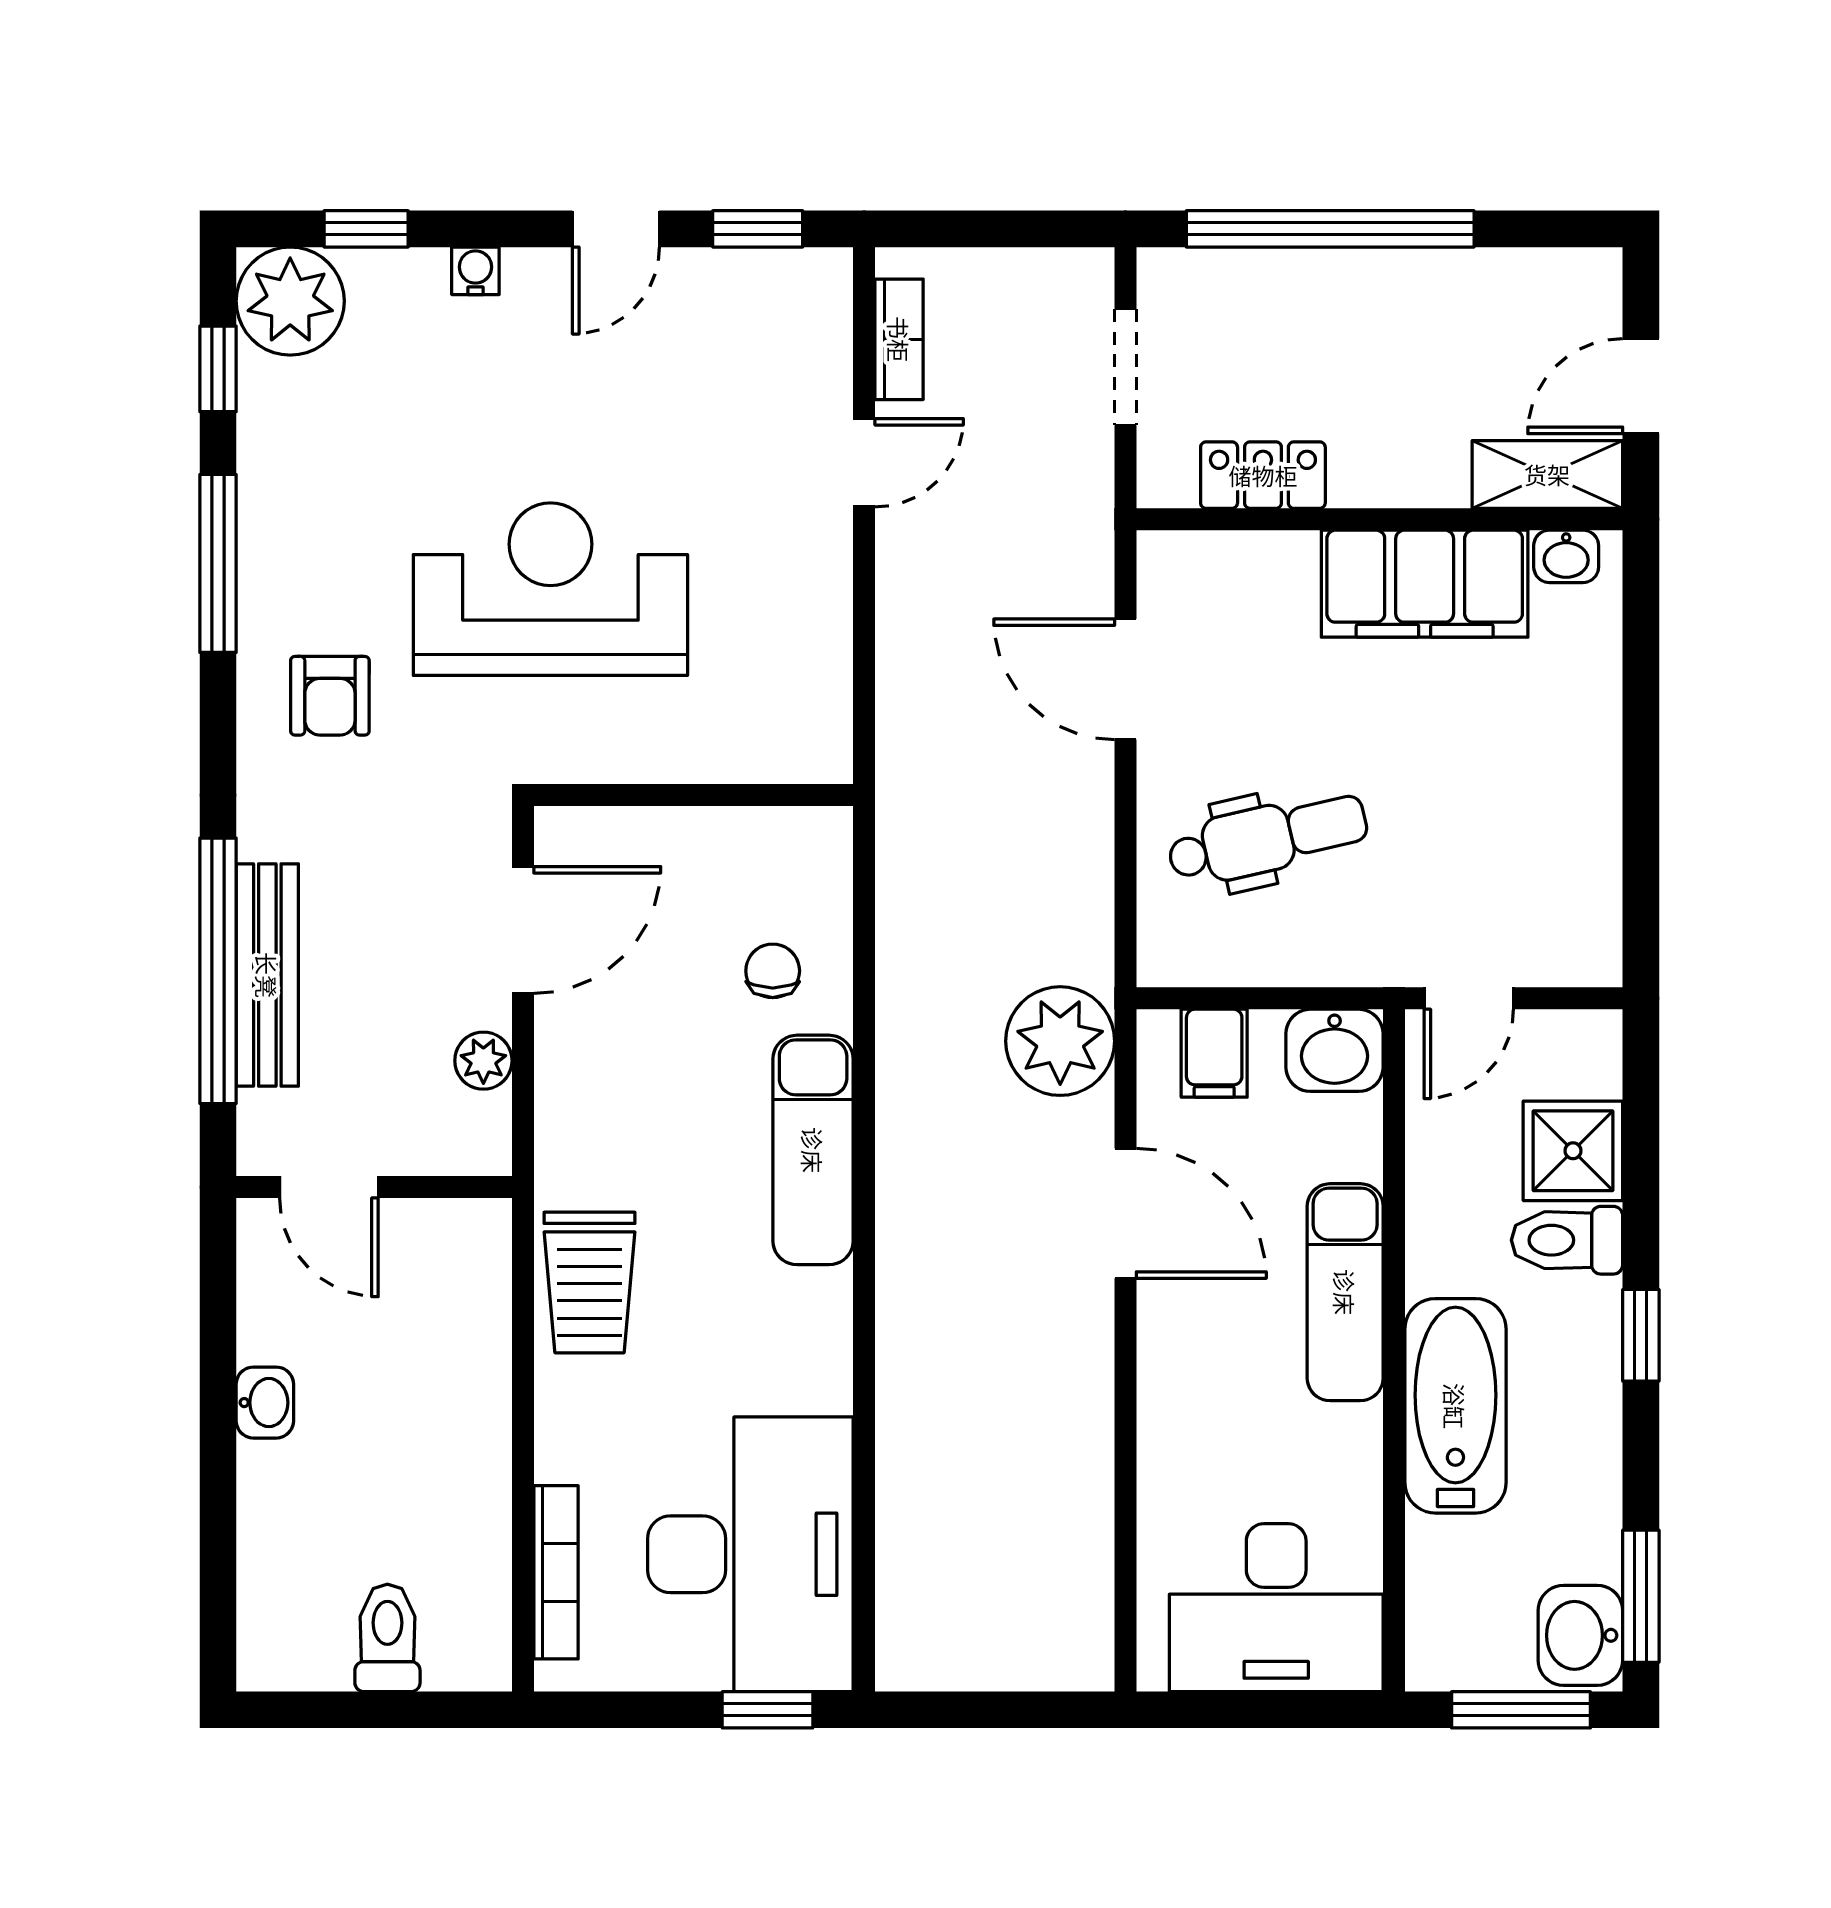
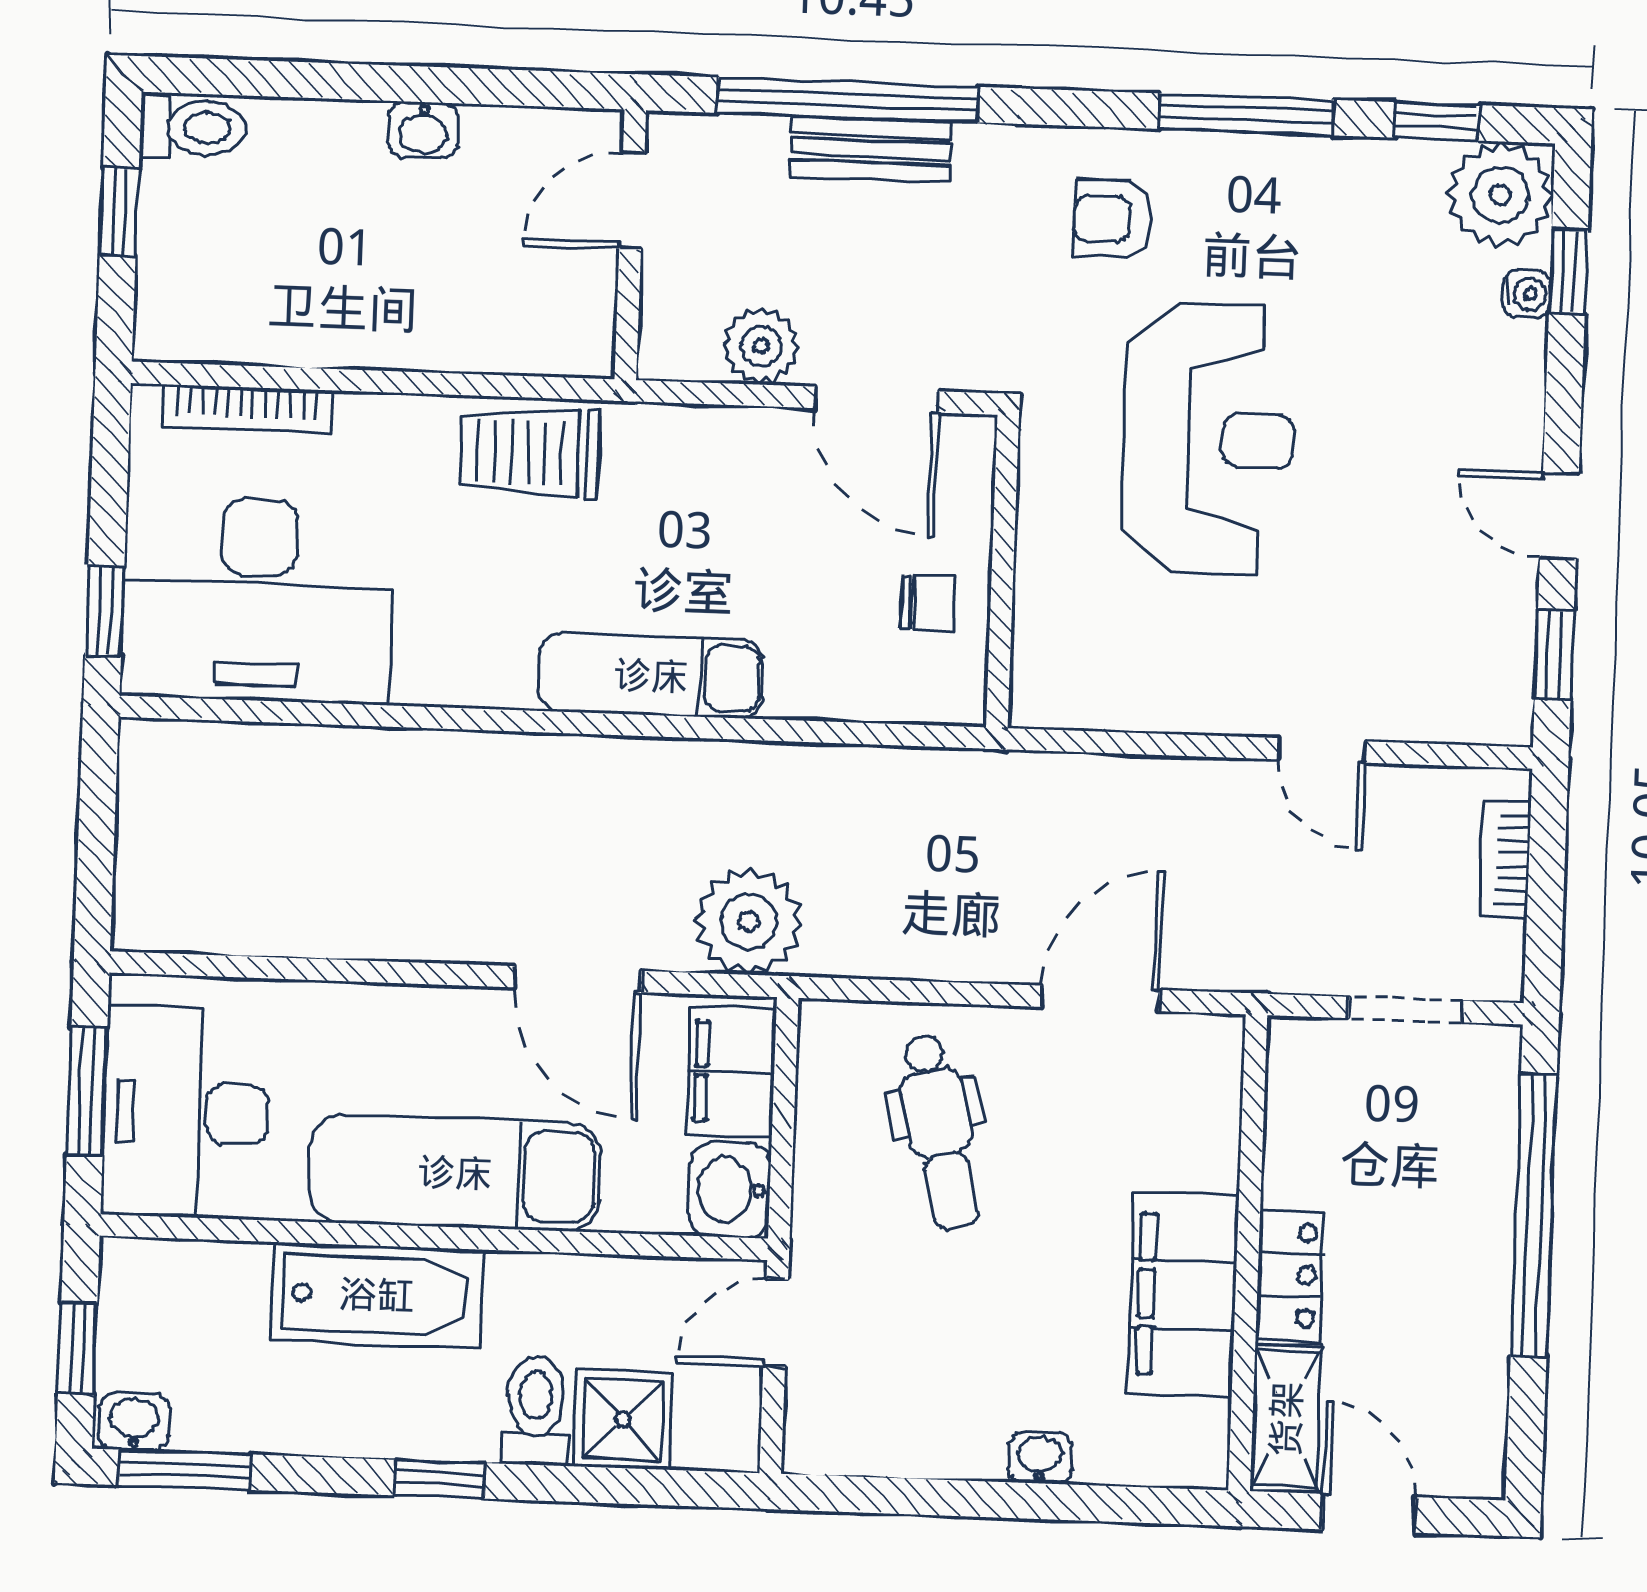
water cooler: (475, 271) -> (1526, 294), moved
bookcase: (899, 339) -> (1505, 859), moved, turned 90
locker: (1263, 475) -> (1290, 1275), moved
washbasin: (1566, 556) -> (1040, 1458), moved, turned 90
chair: (773, 971) -> (928, 603), moved
bench: (267, 975) -> (871, 149), width x0.73
door: (1469, 998) -> (776, 1323), hinge flipped
filing cabinet: (1214, 1053) -> (731, 1072), width x2.00
plant: (483, 1061) -> (761, 346), width x1.38, depth x1.38
door: (1125, 1213) -> (578, 979), hinge flipped
exam couch: (1345, 1292) -> (455, 1173), width x1.36, depth x1.45
washbasin: (1580, 1635) -> (134, 1422), width x0.72, depth x0.69
toilet: (387, 1638) -> (193, 128), moved
window: (359, 1710) -> (119, 212), added
window: (1258, 1710) -> (87, 1091), added
window: (1521, 1710) -> (78, 1348), width x0.67

